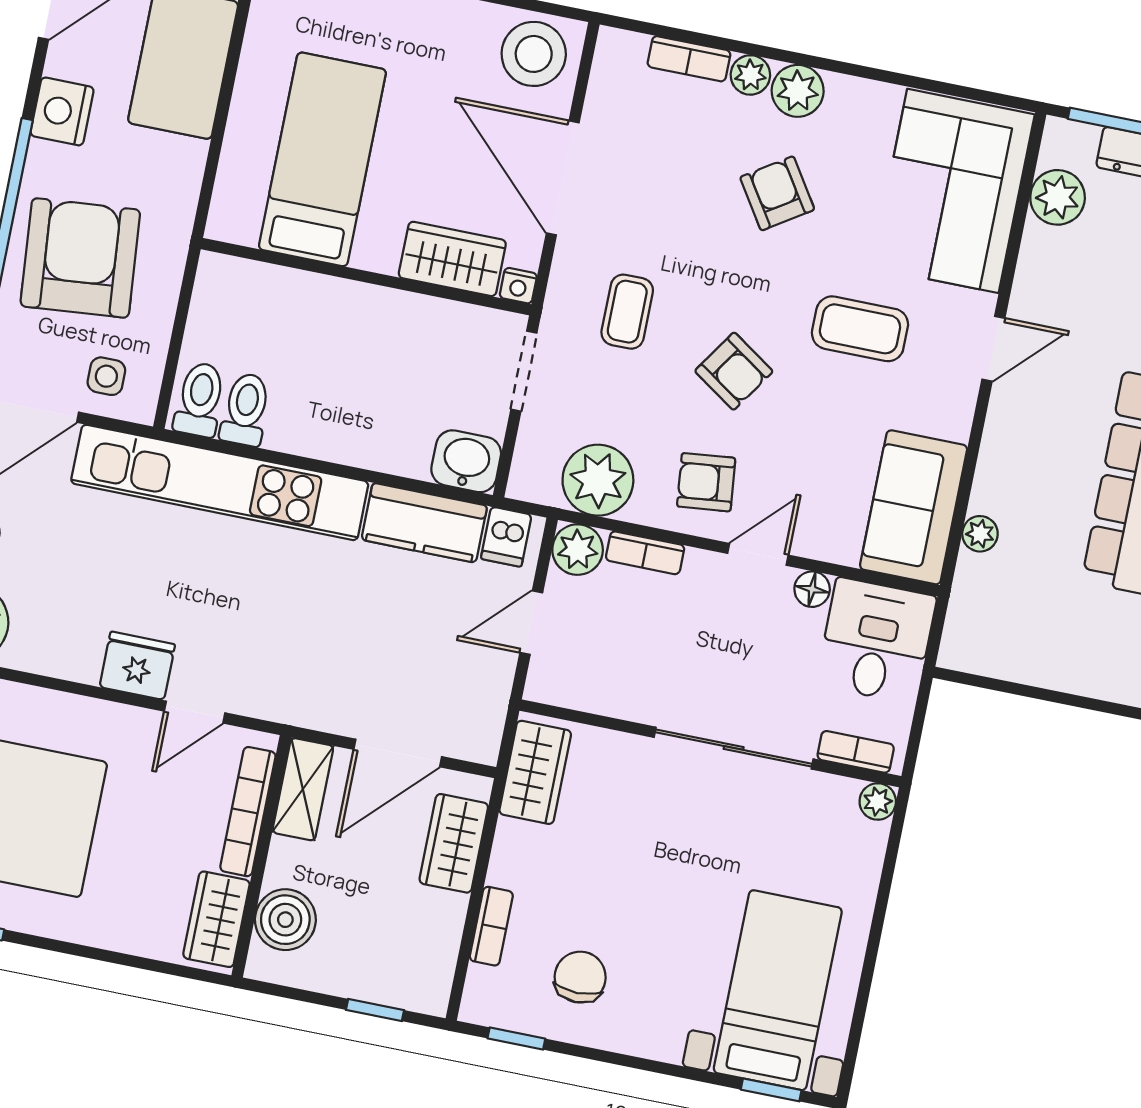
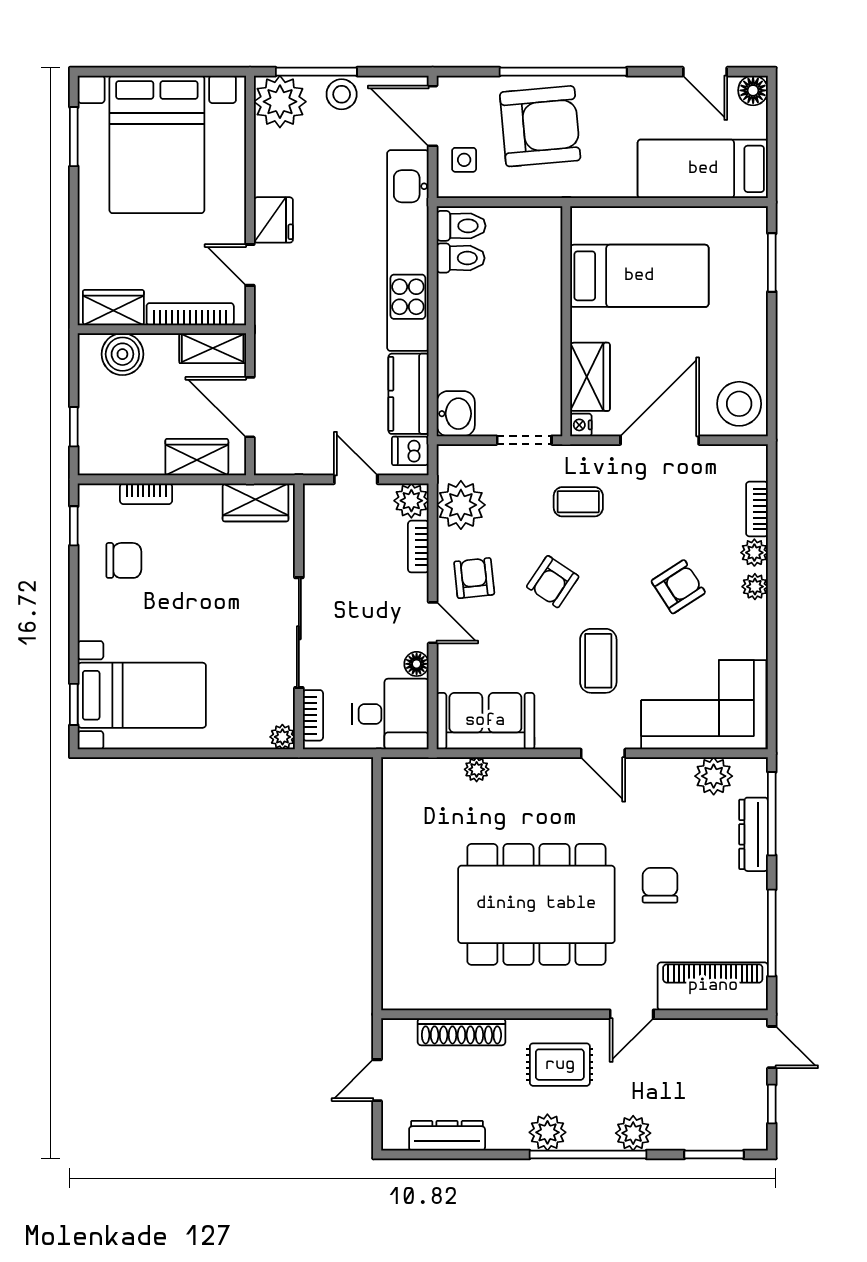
plant: (798, 91) -> (755, 587), width x0.73, depth x0.73
nightstand: (62, 111) -> (636, 94), removed

